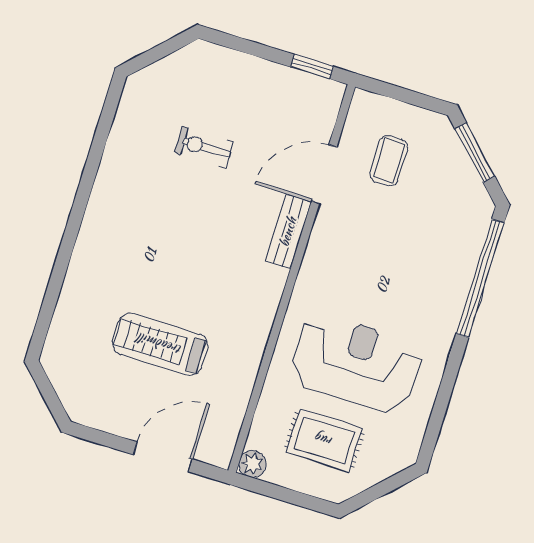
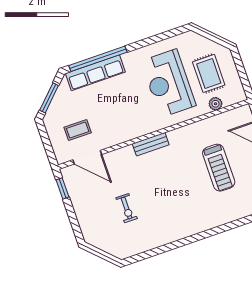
door: (324, 174) -> (87, 157), moved
bench: (288, 232) -> (151, 144), moved
row of seats: (460, 257) -> (95, 73), added
plant: (252, 464) -> (215, 104), moved

